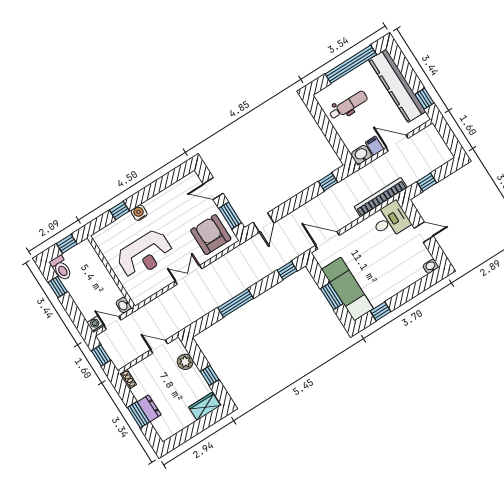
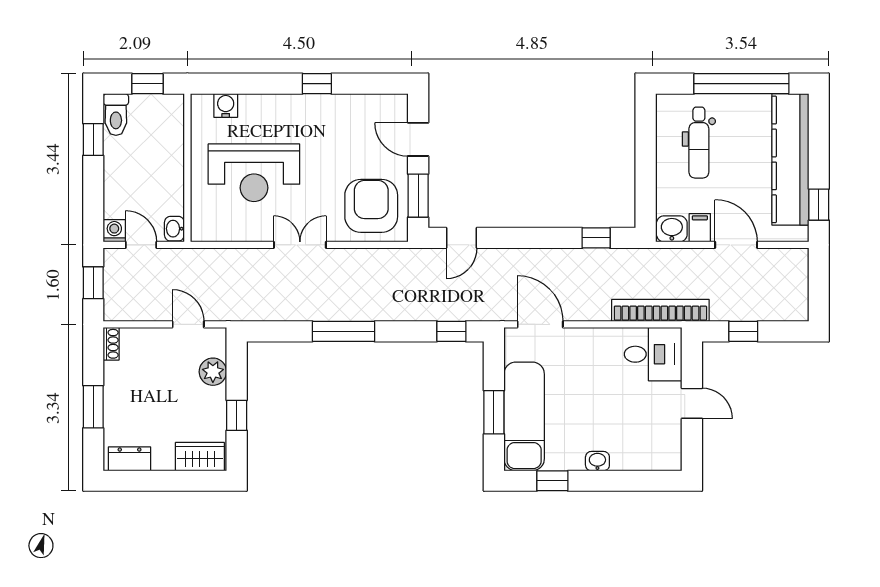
dental chair: (348, 105) -> (699, 143), turned 90
window: (119, 211) -> (317, 84), moved
water cooler: (139, 213) -> (226, 105), moved
washbasin: (431, 266) -> (597, 461), moved
dresser: (149, 408) -> (130, 459), moved, turned -90

